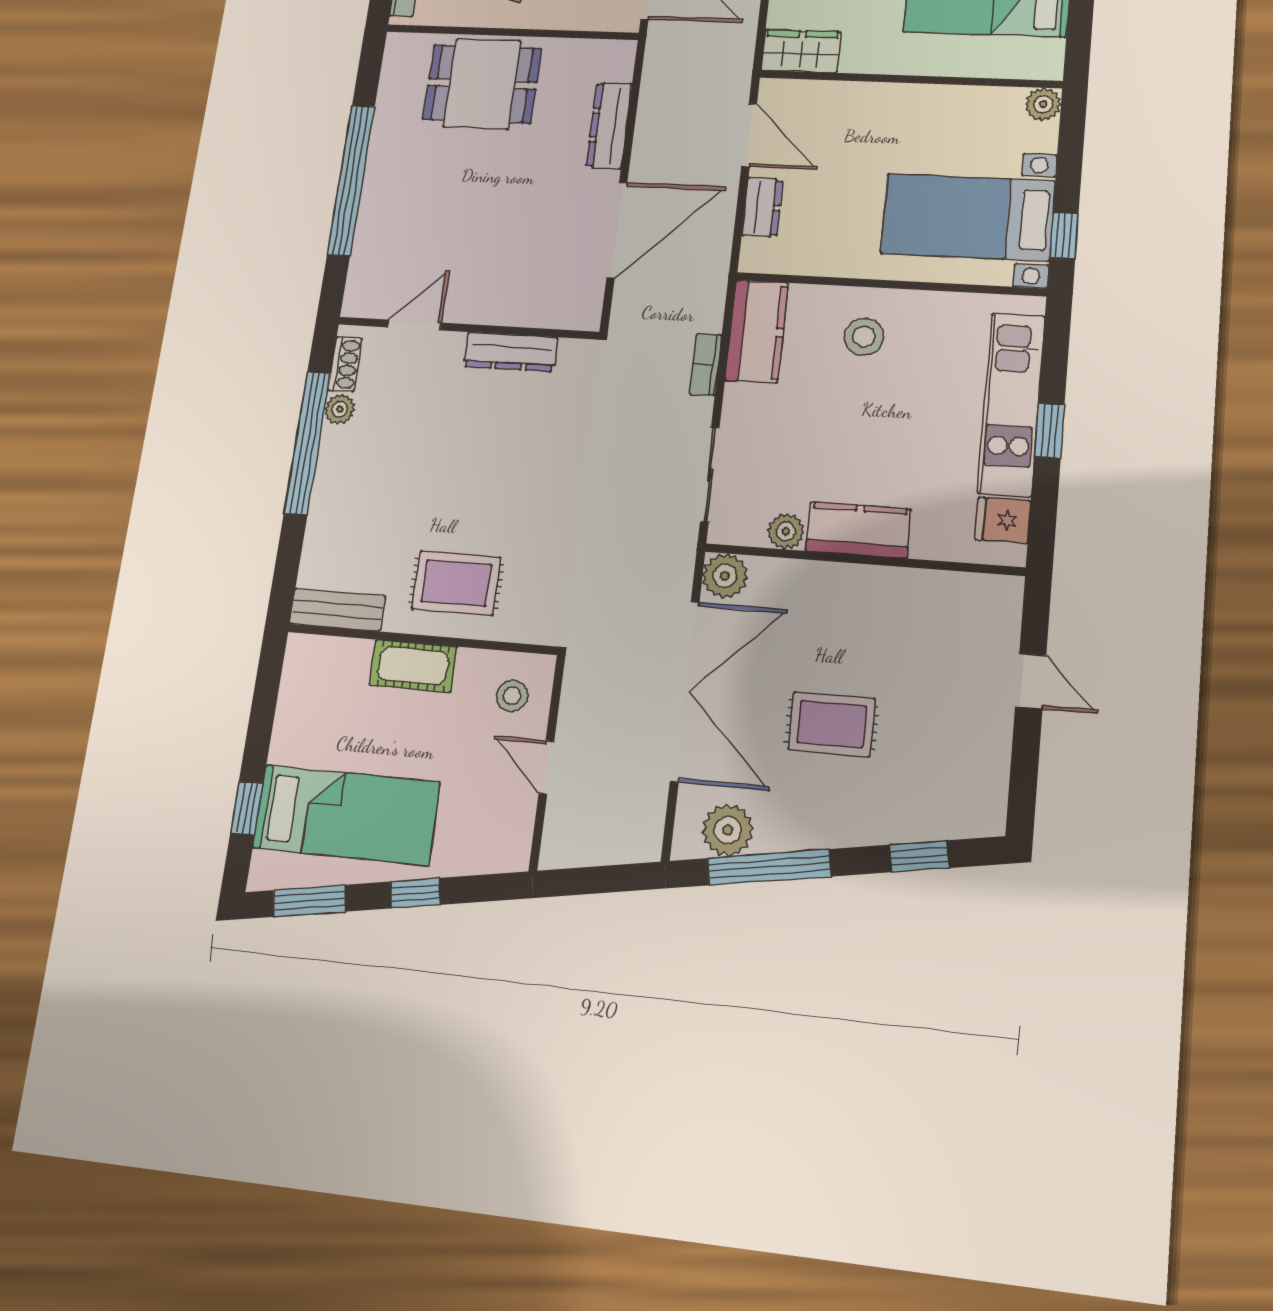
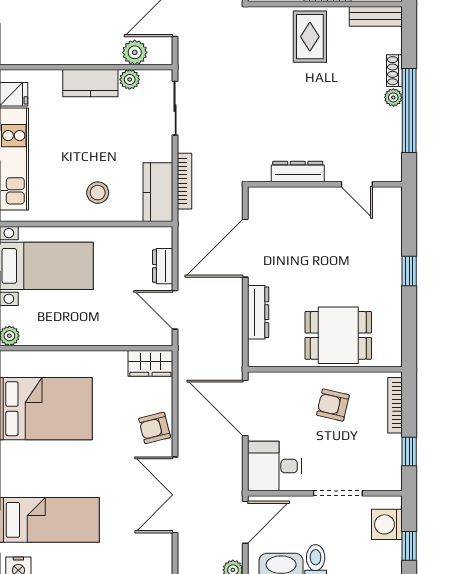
window: (351, 180) -> (409, 271), width x0.32
door: (414, 325) -> (357, 184), hinge flipped
shoe rack: (345, 364) -> (394, 71), moved
bookcase: (706, 365) -> (185, 181), width x1.56
plant: (340, 409) -> (393, 97), moved
plant: (725, 576) -> (135, 52), moved
rug: (456, 583) -> (310, 37), turned 90

